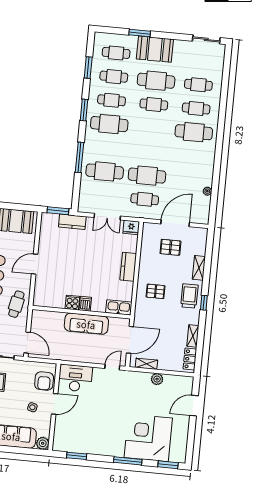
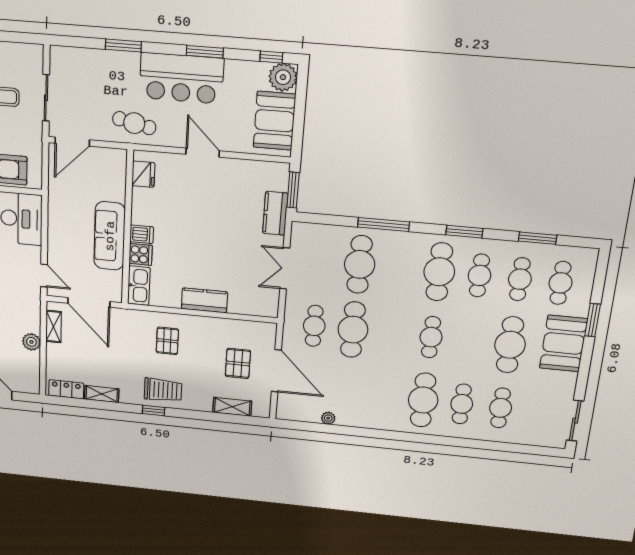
cafe table: (154, 104) -> (431, 337), moved
fridge: (131, 227) -> (143, 174), moved, turned 180
shelving: (199, 268) -> (232, 407), moved
cooker: (72, 303) -> (141, 254), moved

